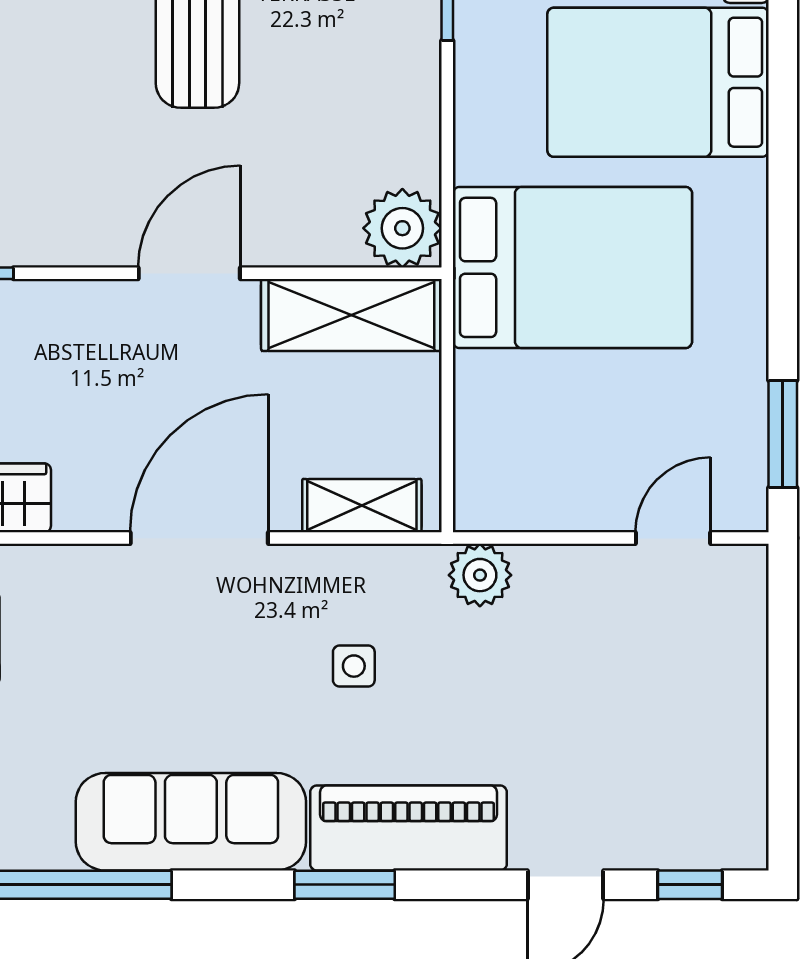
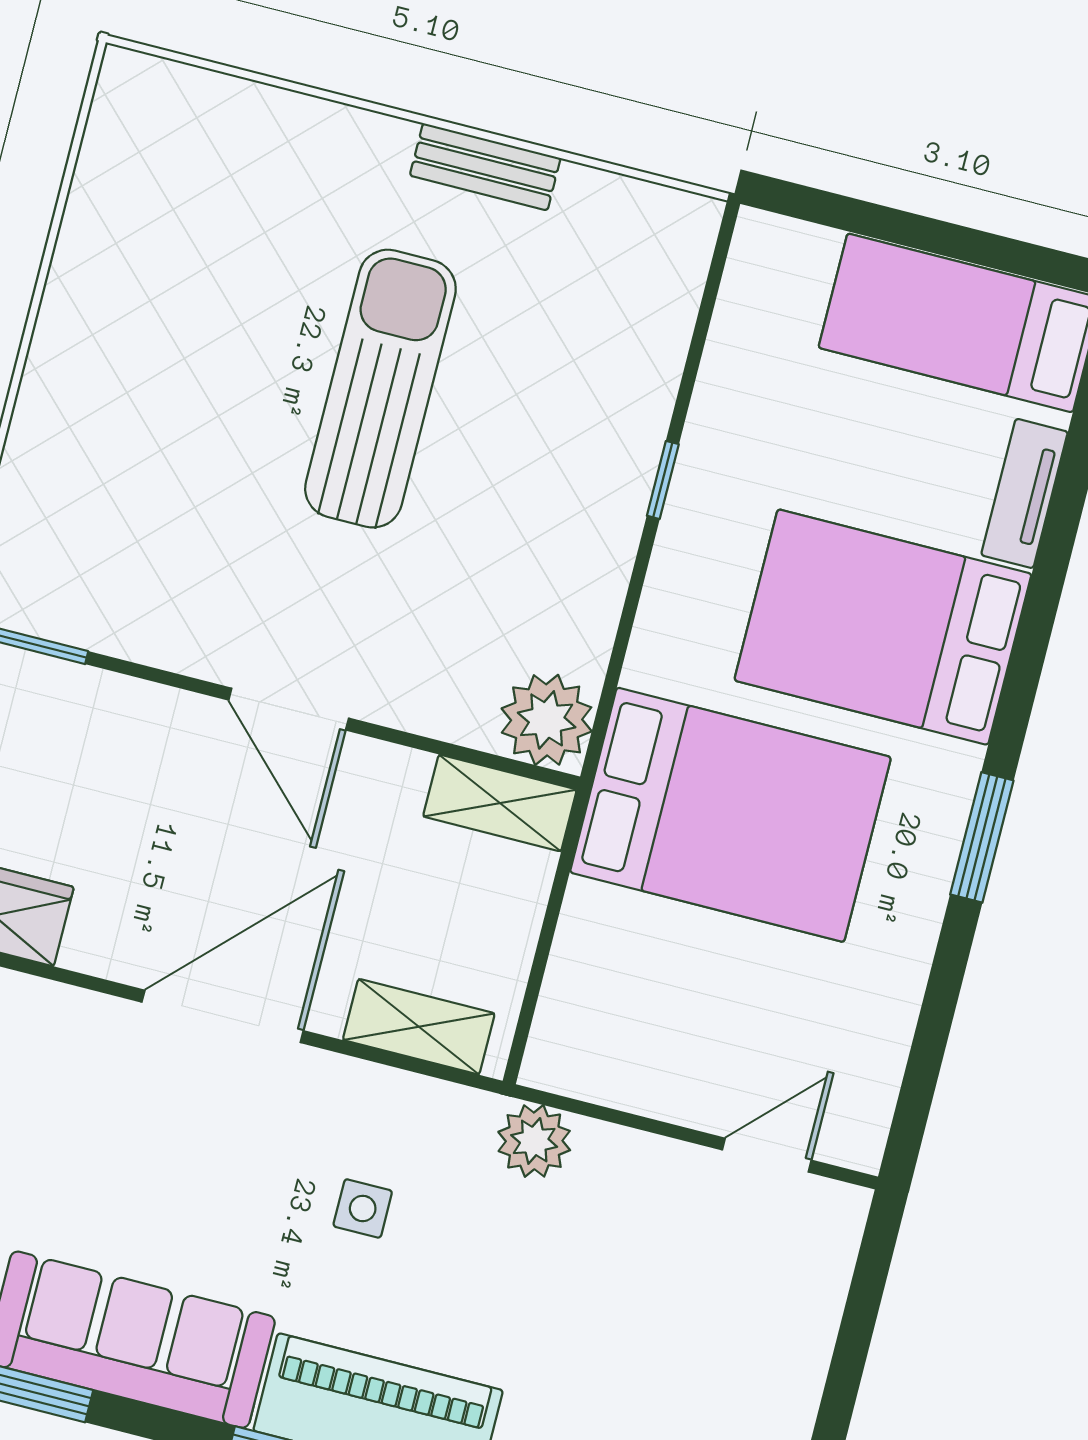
door: (189, 273) -> (289, 709), swing flipped
shelving: (351, 315) -> (500, 803), width x0.67, depth x0.75
window: (783, 434) -> (982, 837), moved

